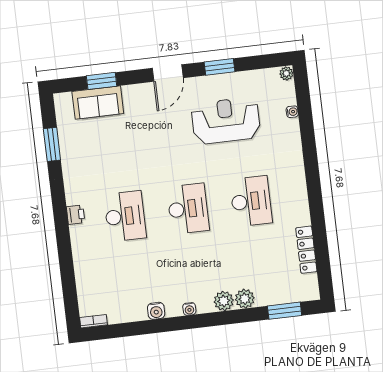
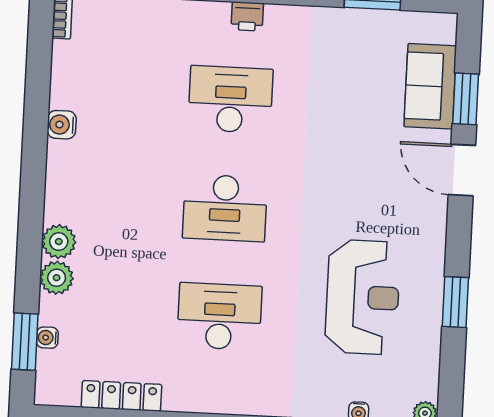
door: (168, 73) -> (462, 170), moved
desk: (251, 201) -> (219, 316), turned 180
desk: (125, 216) -> (230, 99), turned 180
water cooler: (189, 309) -> (47, 338), moved

